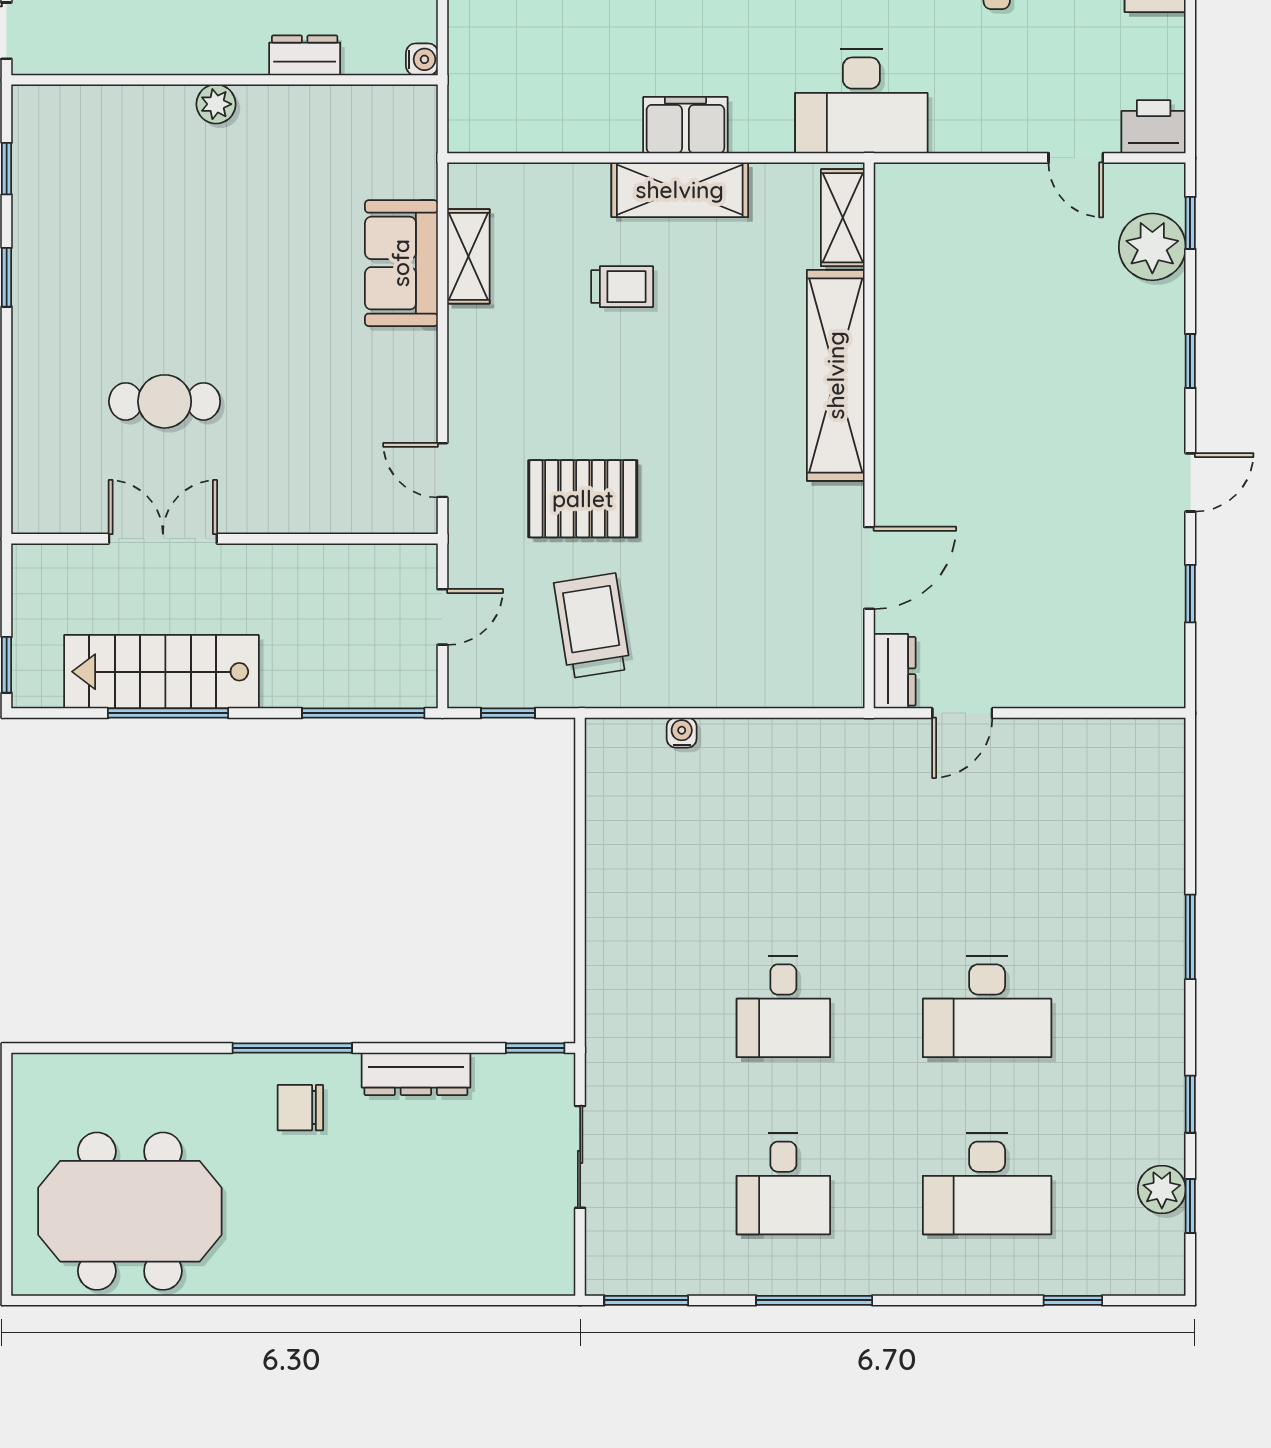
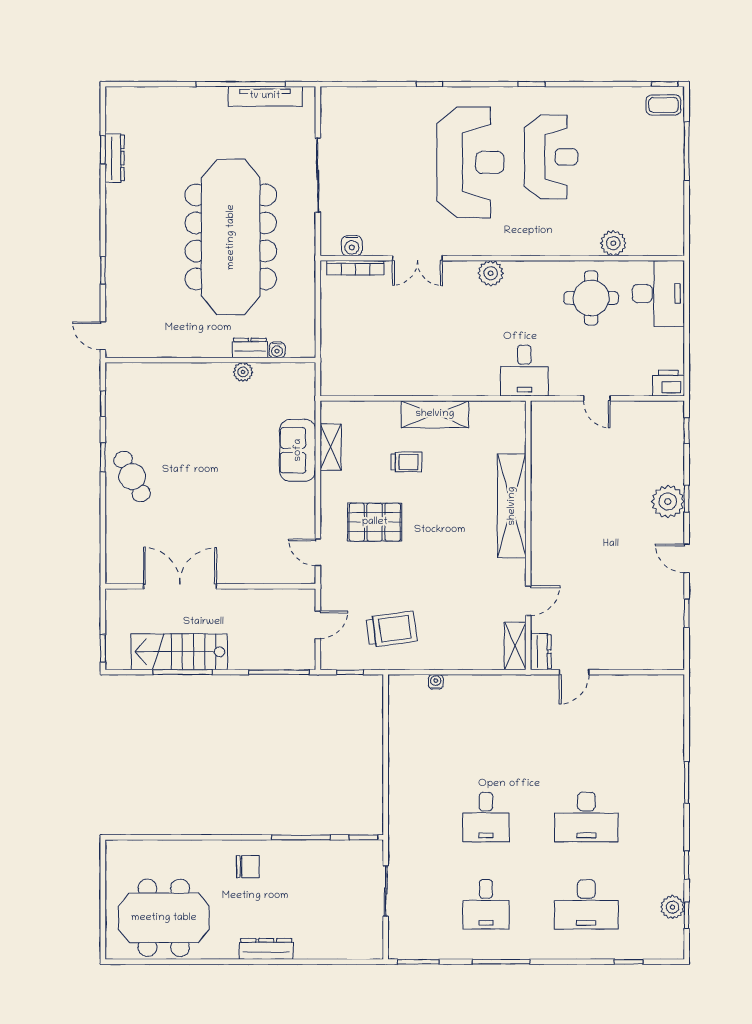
water cooler: (422, 59) -> (277, 350), moved, turned 90
desk: (861, 101) -> (524, 371), width x0.73
plant: (216, 104) -> (243, 372), moved
filing cabinet: (685, 125) -> (438, 382), removed
door: (1076, 158) -> (597, 398), moved
shelving: (843, 218) -> (515, 646), moved
plant: (1152, 247) -> (668, 502), moved
cafe table: (165, 401) -> (132, 477), moved, turned 62
door: (1190, 482) -> (687, 558), swing flipped
pallet: (583, 499) -> (375, 522), moved
double door: (163, 539) -> (180, 586), width x1.37
door: (869, 568) -> (528, 601), width x0.73
trolley: (592, 626) -> (392, 629), turned 91
window: (292, 1048) -> (301, 837), moved
dresser: (416, 1074) -> (266, 949), moved, turned 180
chair: (300, 1108) -> (248, 867), turned 180

